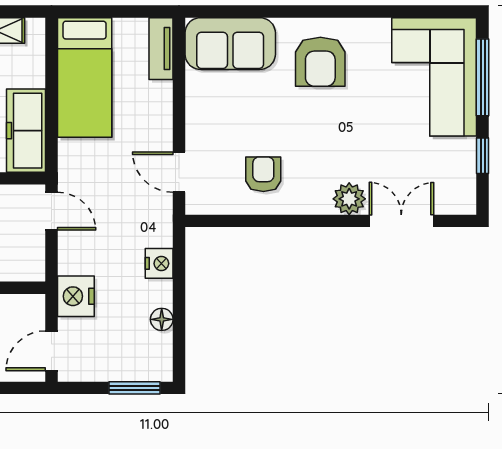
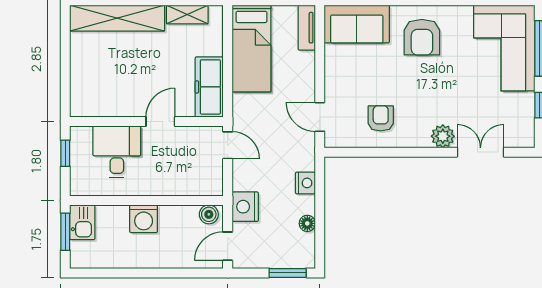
boiler: (25, 307) -> (209, 214), added

